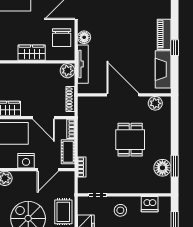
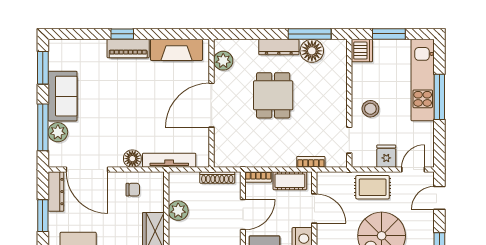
chair: (62, 38) -> (133, 190), width x0.54, depth x0.54
window: (175, 48) -> (122, 34), moved
plant: (67, 71) -> (178, 211), moved
dining table: (130, 140) -> (273, 95), turned 90
dresser: (165, 144) -> (279, 47), added
window: (175, 166) -> (310, 34), width x1.44
dishwasher: (150, 204) -> (362, 51), moved

